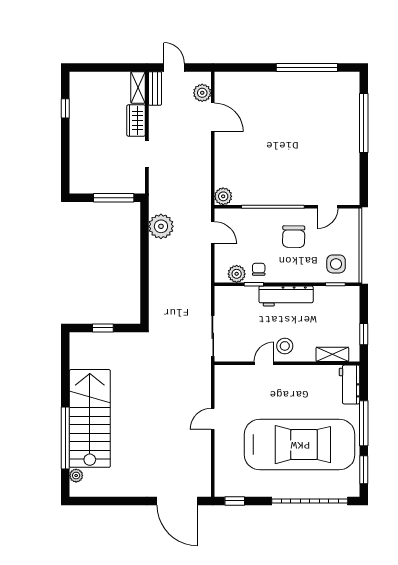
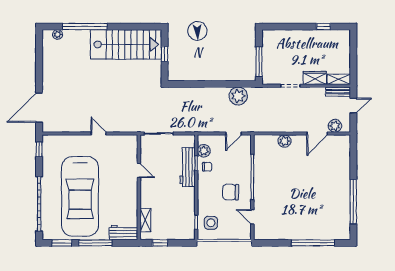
plant: (223, 196) -> (284, 141), moved
workbench: (286, 296) -> (188, 167), moved
stool: (285, 346) -> (151, 186), removed
stairs: (90, 418) -> (126, 44), moved

